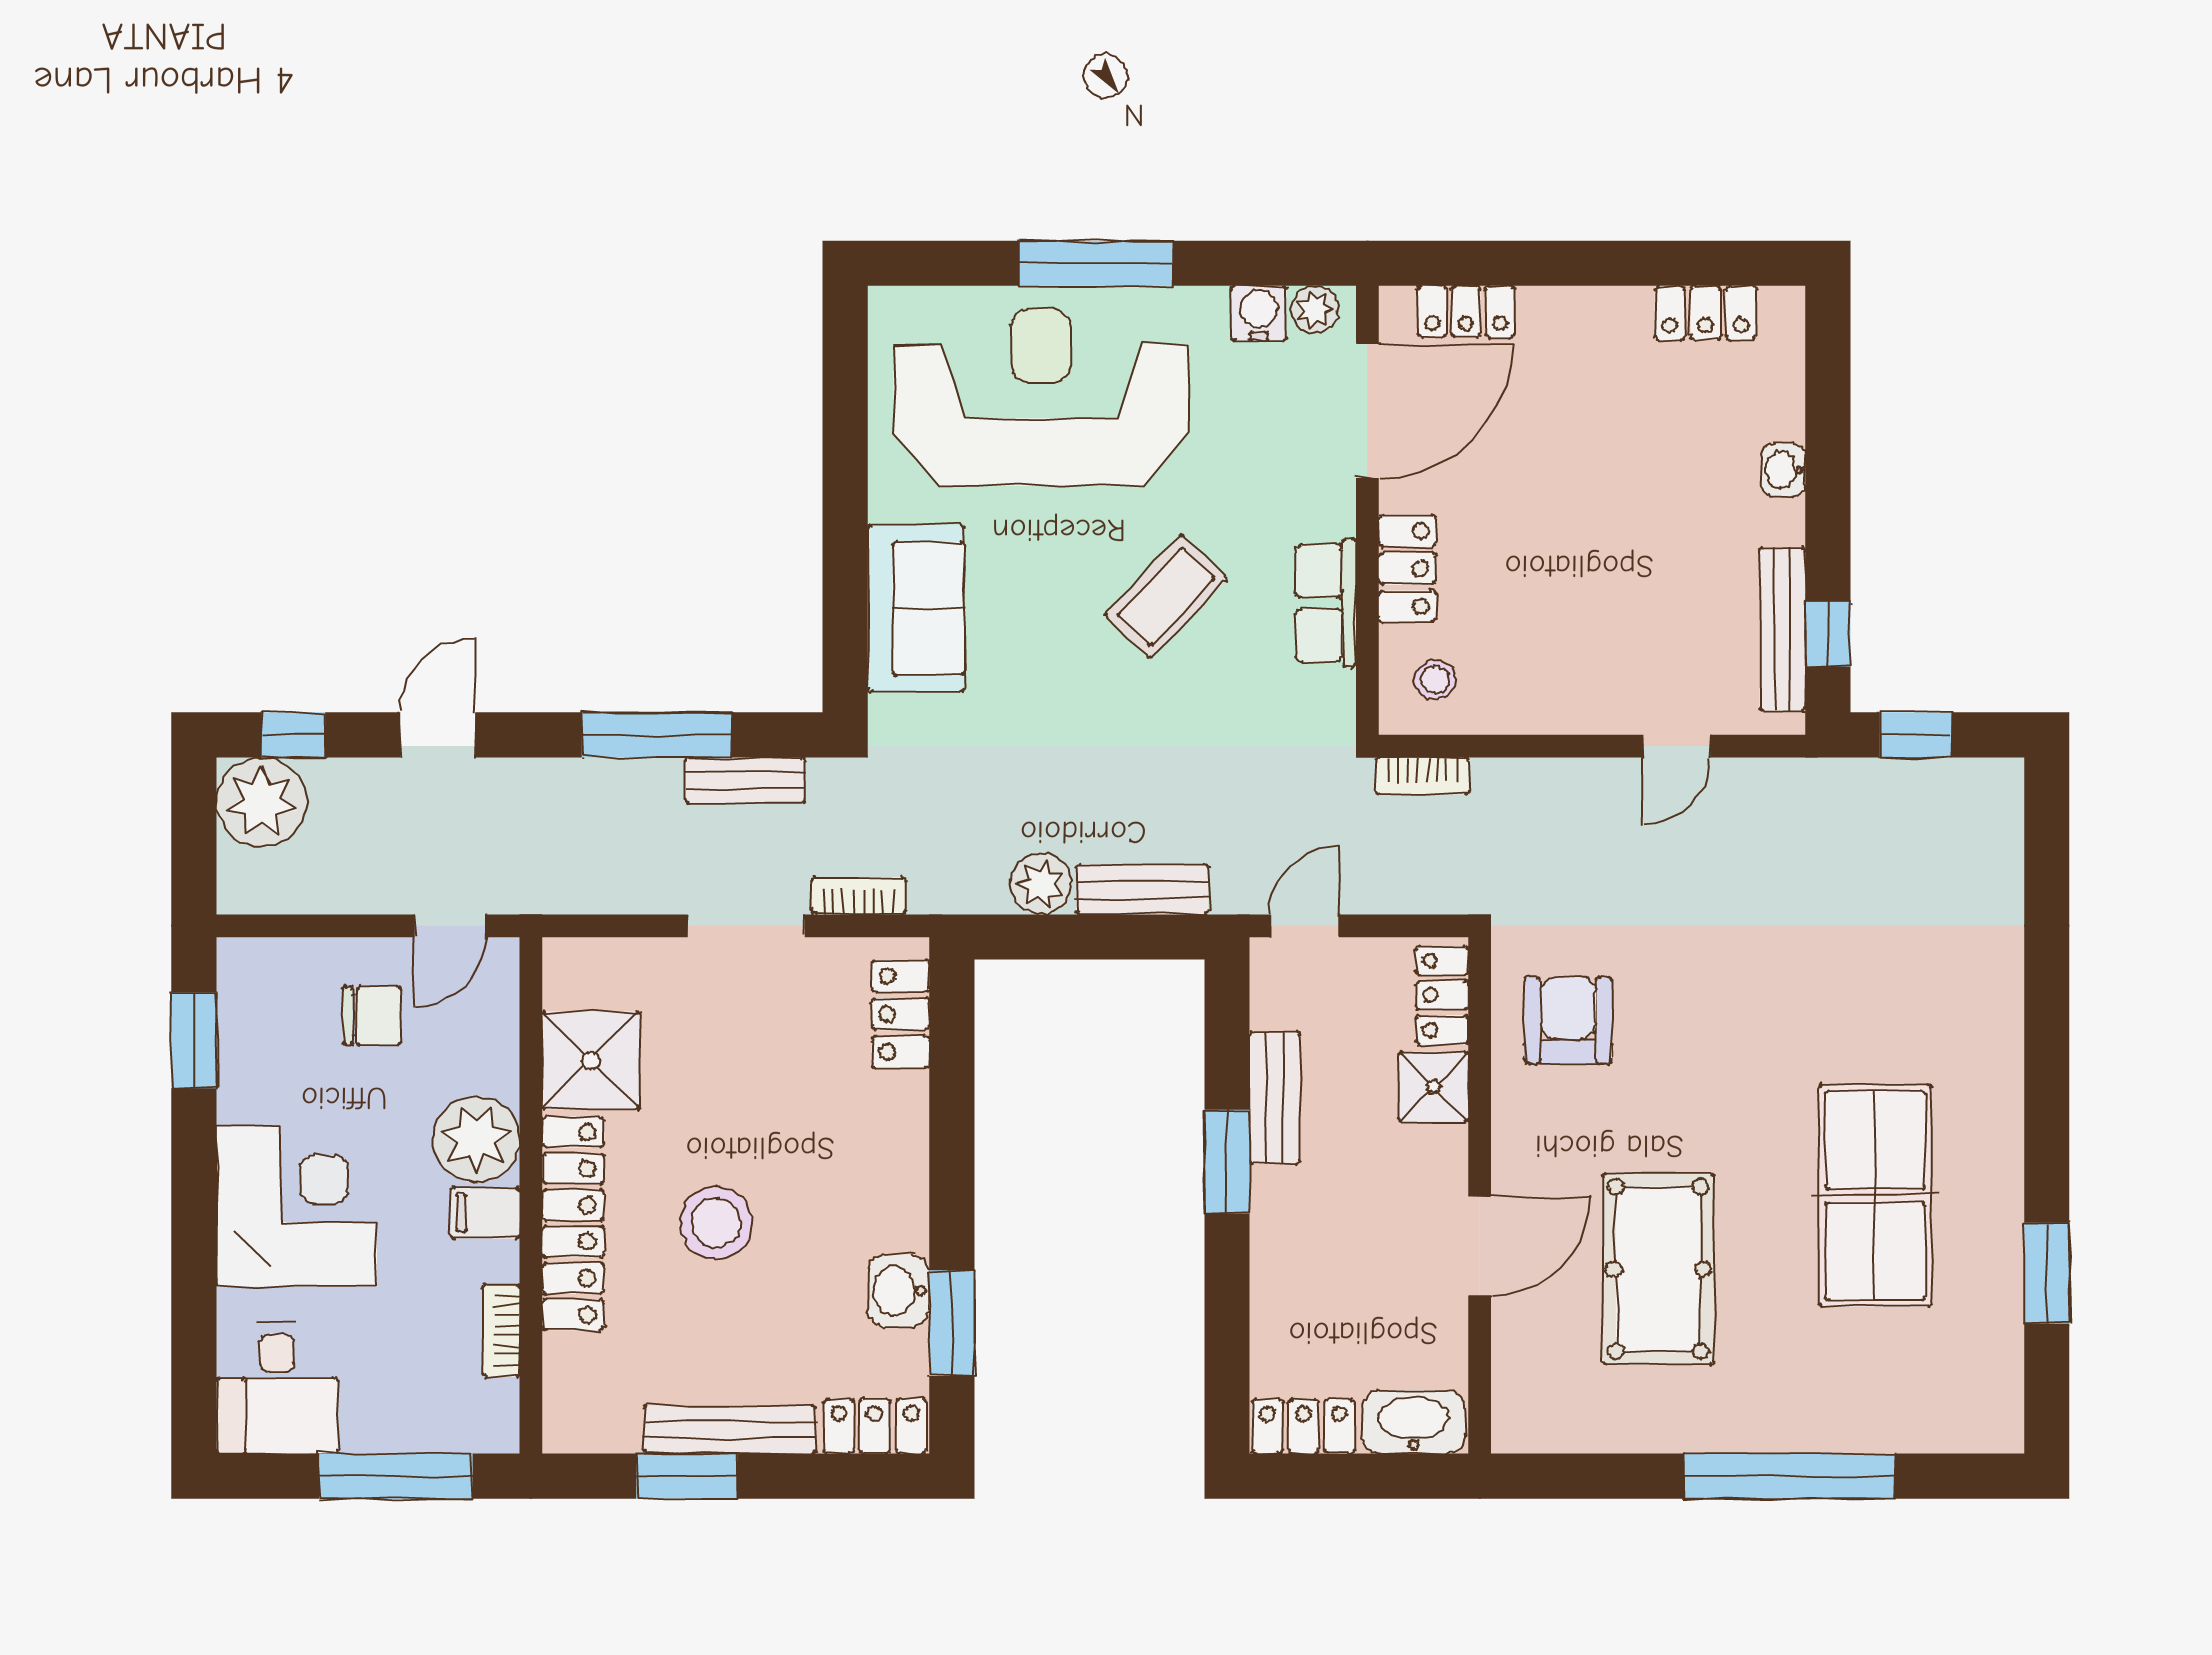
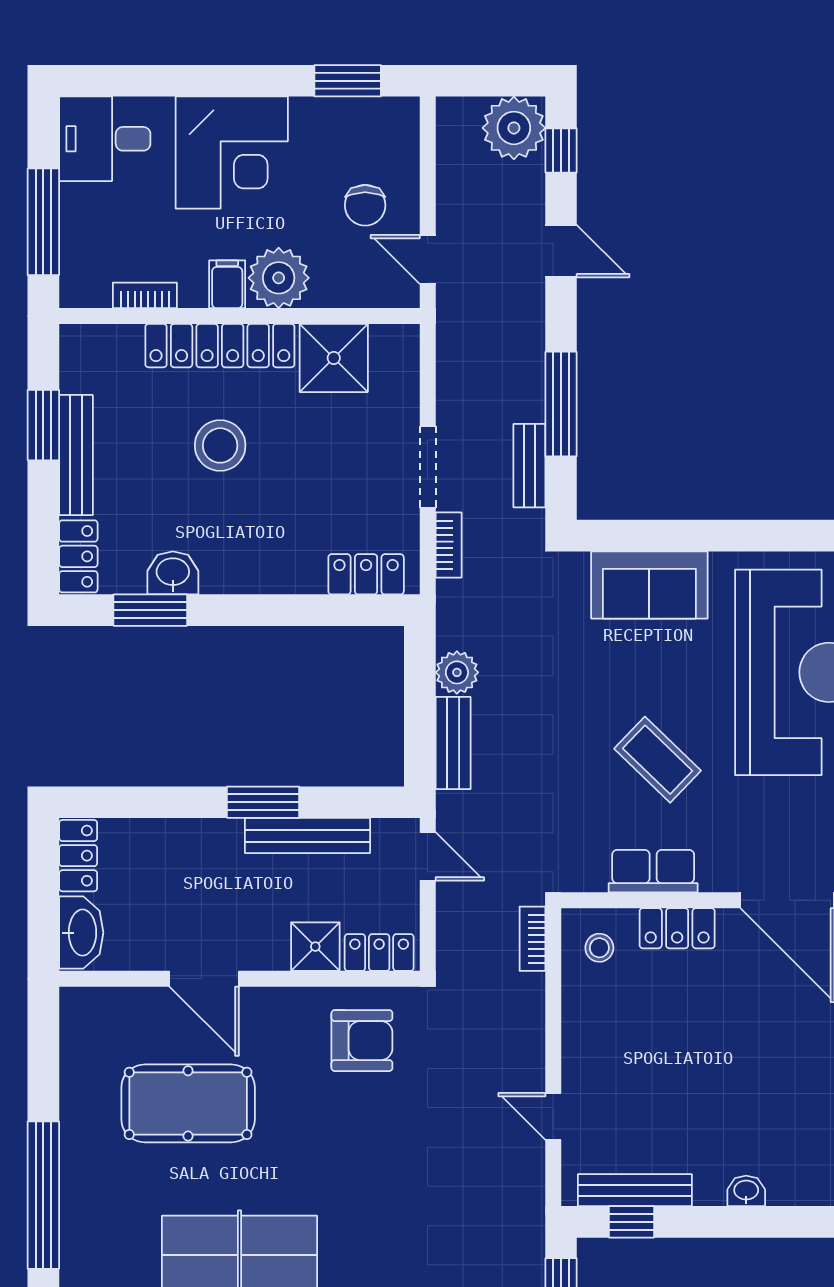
bench: (1275, 1098) -> (308, 836), width x1.36

